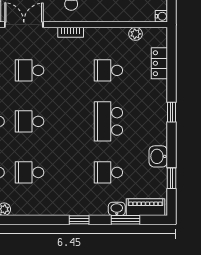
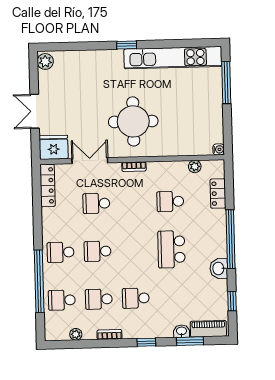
window: (171, 112) -> (230, 239), width x3.17
washbasin: (158, 156) -> (219, 269), moved
school desk: (108, 172) -> (136, 298), moved
bookcase: (40, 210) -> (109, 334), added

